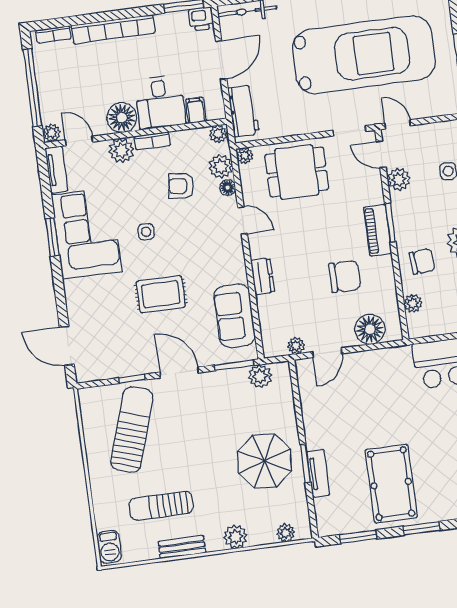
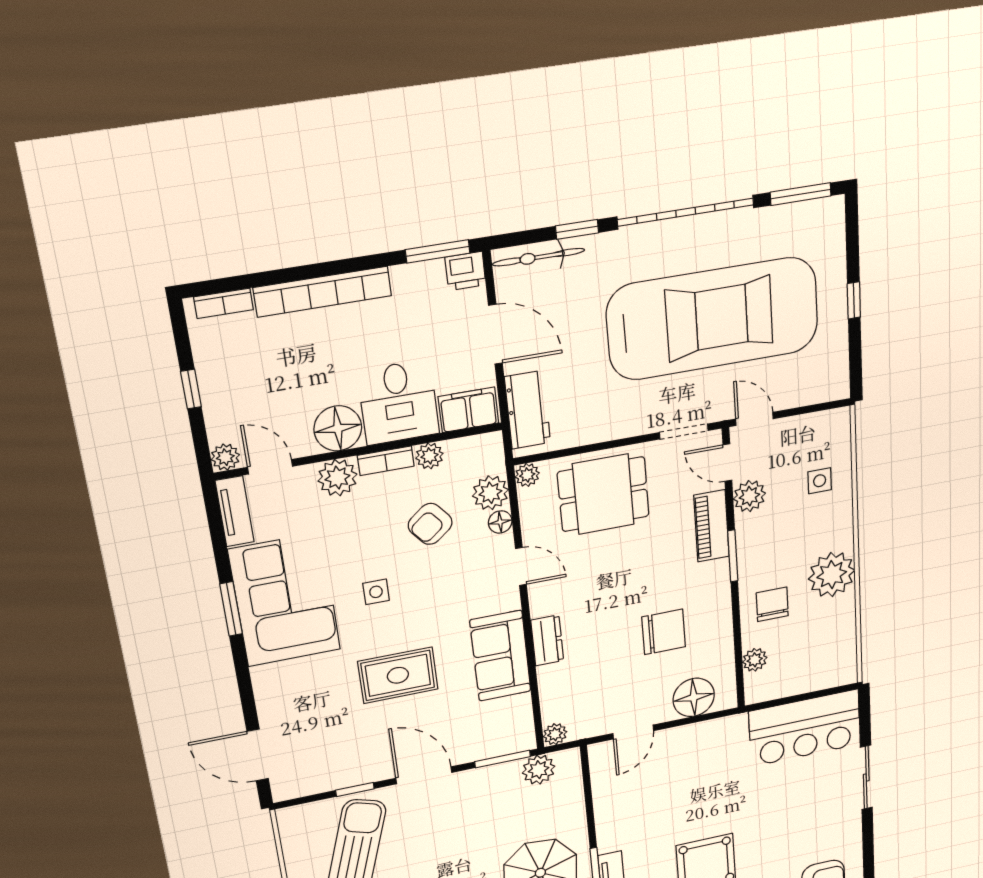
door: (221, 60) -> (496, 334), hinge flipped
window: (32, 88) -> (191, 389), width x0.32
filing cabinet: (196, 110) -> (468, 410), width x2.00
plant: (218, 134) -> (429, 456), moved
armchair: (181, 186) -> (430, 524), turned -47
piano: (378, 230) -> (711, 526), moved
chair: (422, 261) -> (772, 604), turned -85
sofa: (235, 316) -> (500, 656), moved
plant: (296, 346) -> (555, 734), moved

